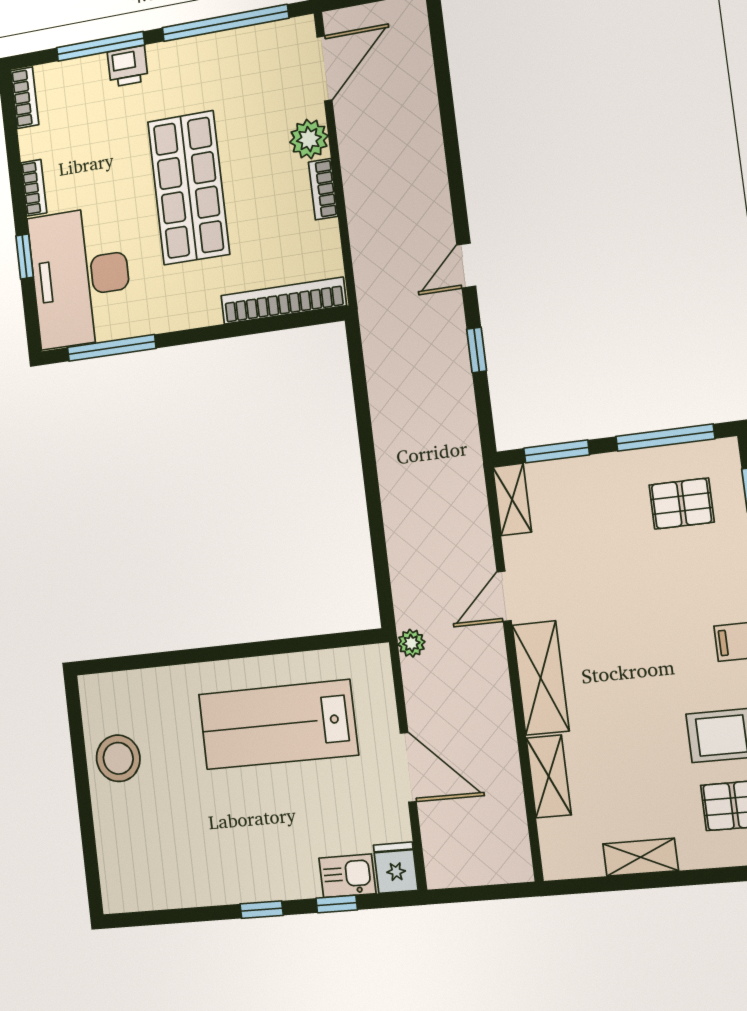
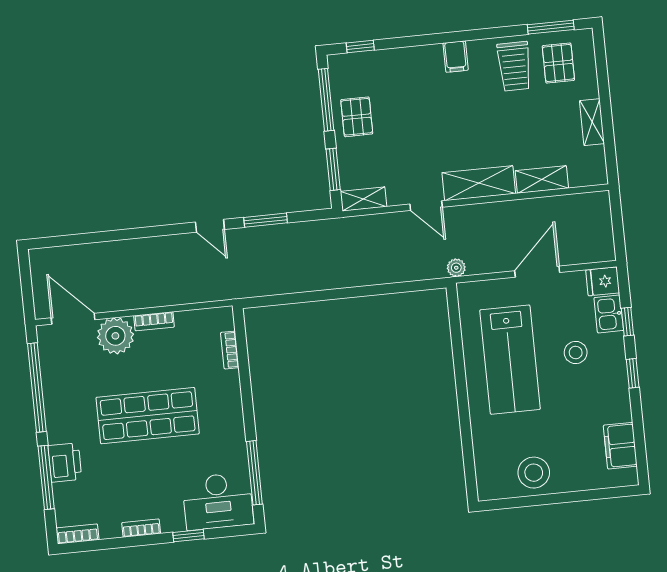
printer: (128, 66) -> (65, 463), width x1.36, depth x1.24
plant: (309, 139) -> (115, 336), width x1.36, depth x1.36
desk: (81, 277) -> (218, 501), width x0.73, depth x0.77
bookcase: (283, 301) -> (230, 350), width x0.43, depth x0.76
window: (477, 350) -> (266, 220), width x1.50
pallet: (682, 504) -> (357, 117), moved
stool: (290, 824) -> (576, 353), added
filing cabinet: (158, 888) -> (620, 446), added

